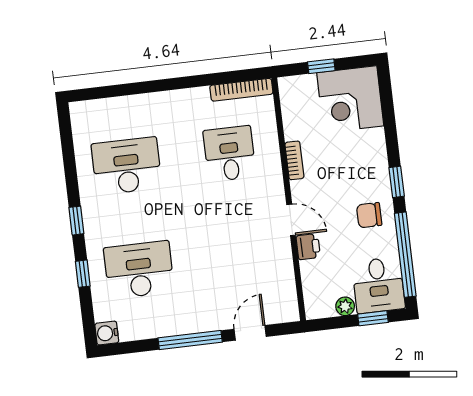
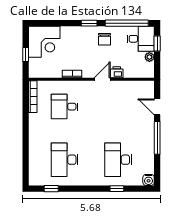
window: (76, 221) -> (51, 189), moved

